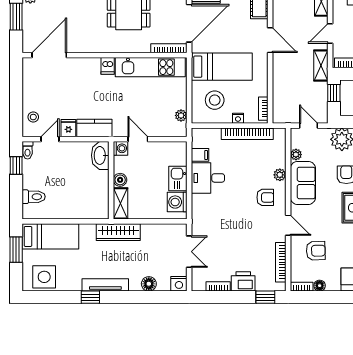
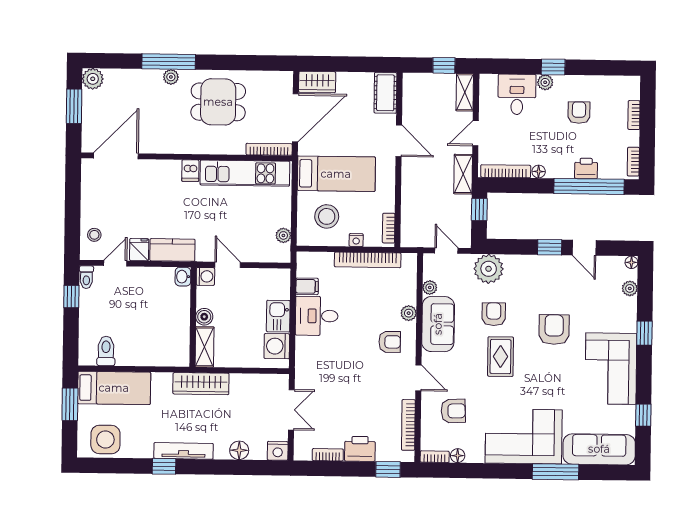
washbasin: (100, 155) -> (183, 277), width x0.52, depth x0.69
toilet: (34, 197) -> (106, 351), moved, turned -90

